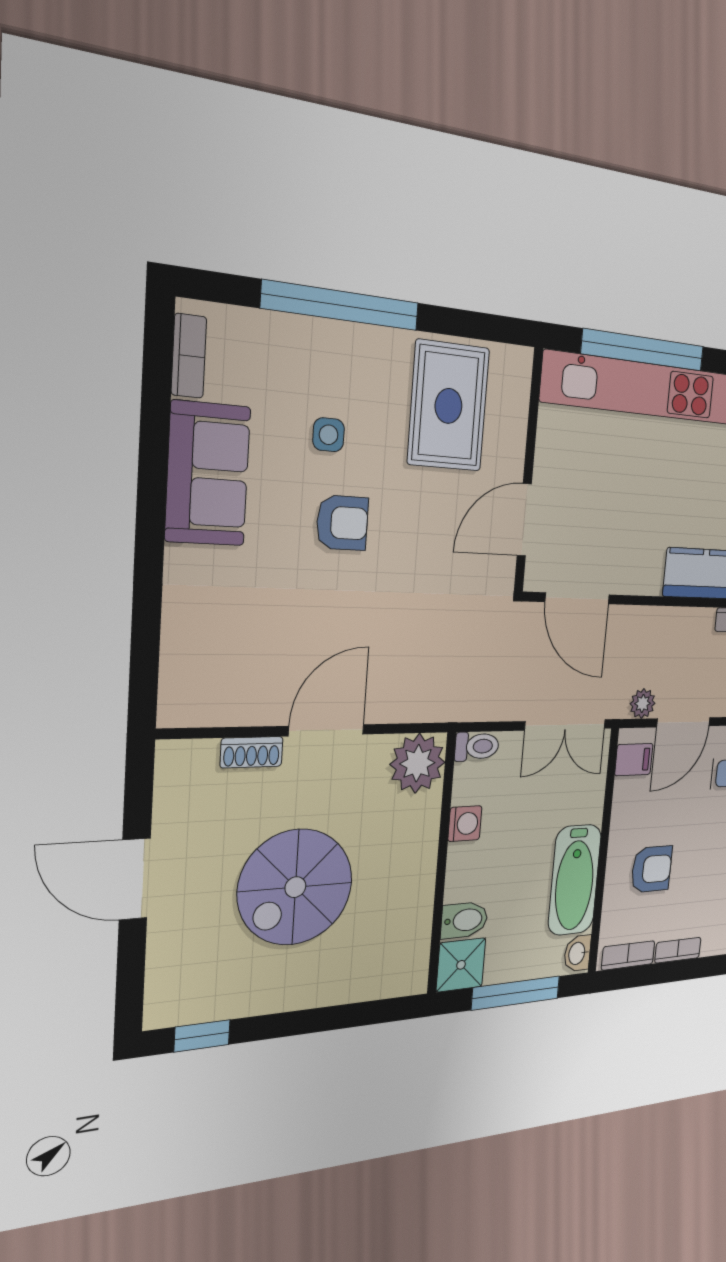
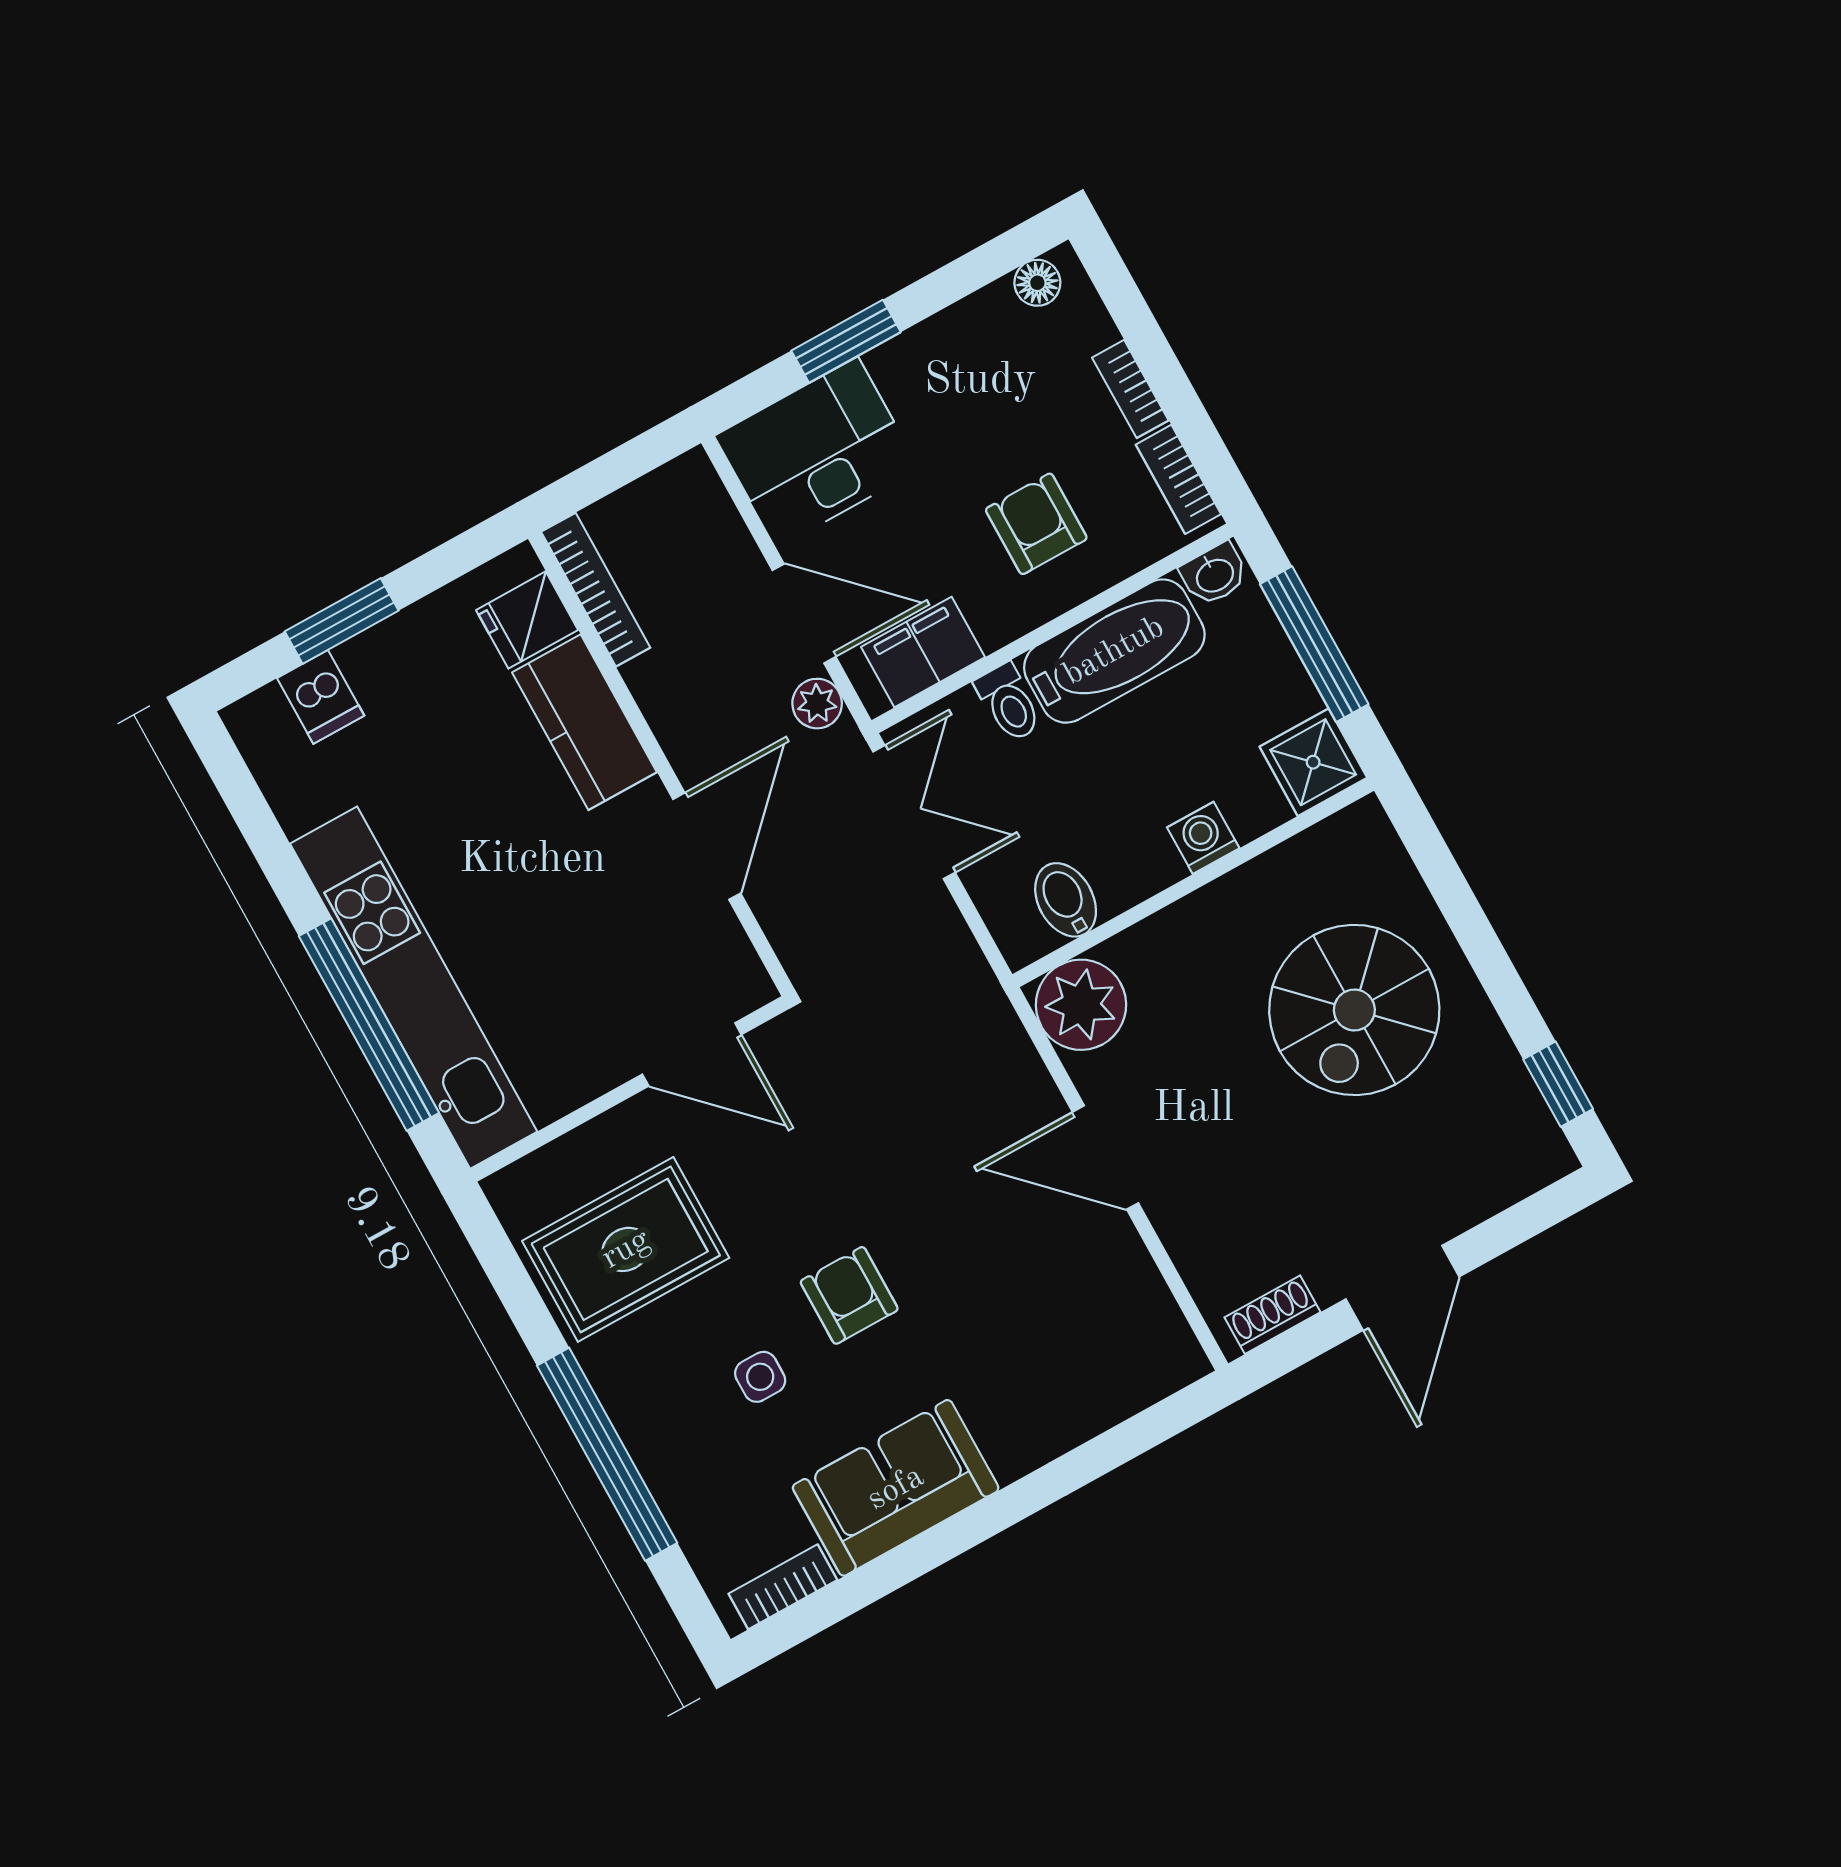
door: (577, 598) -> (707, 846), moved
toilet: (477, 746) -> (1009, 703), moved, turned 180
shoe rack: (252, 752) -> (1273, 1315), moved, turned -90
filing cabinet: (634, 760) -> (923, 652), width x2.00
washing machine: (465, 824) -> (1203, 838), moved
spiral stairs: (295, 887) -> (1354, 1010), moved, turned 90
bidet: (464, 920) -> (1066, 900), moved

